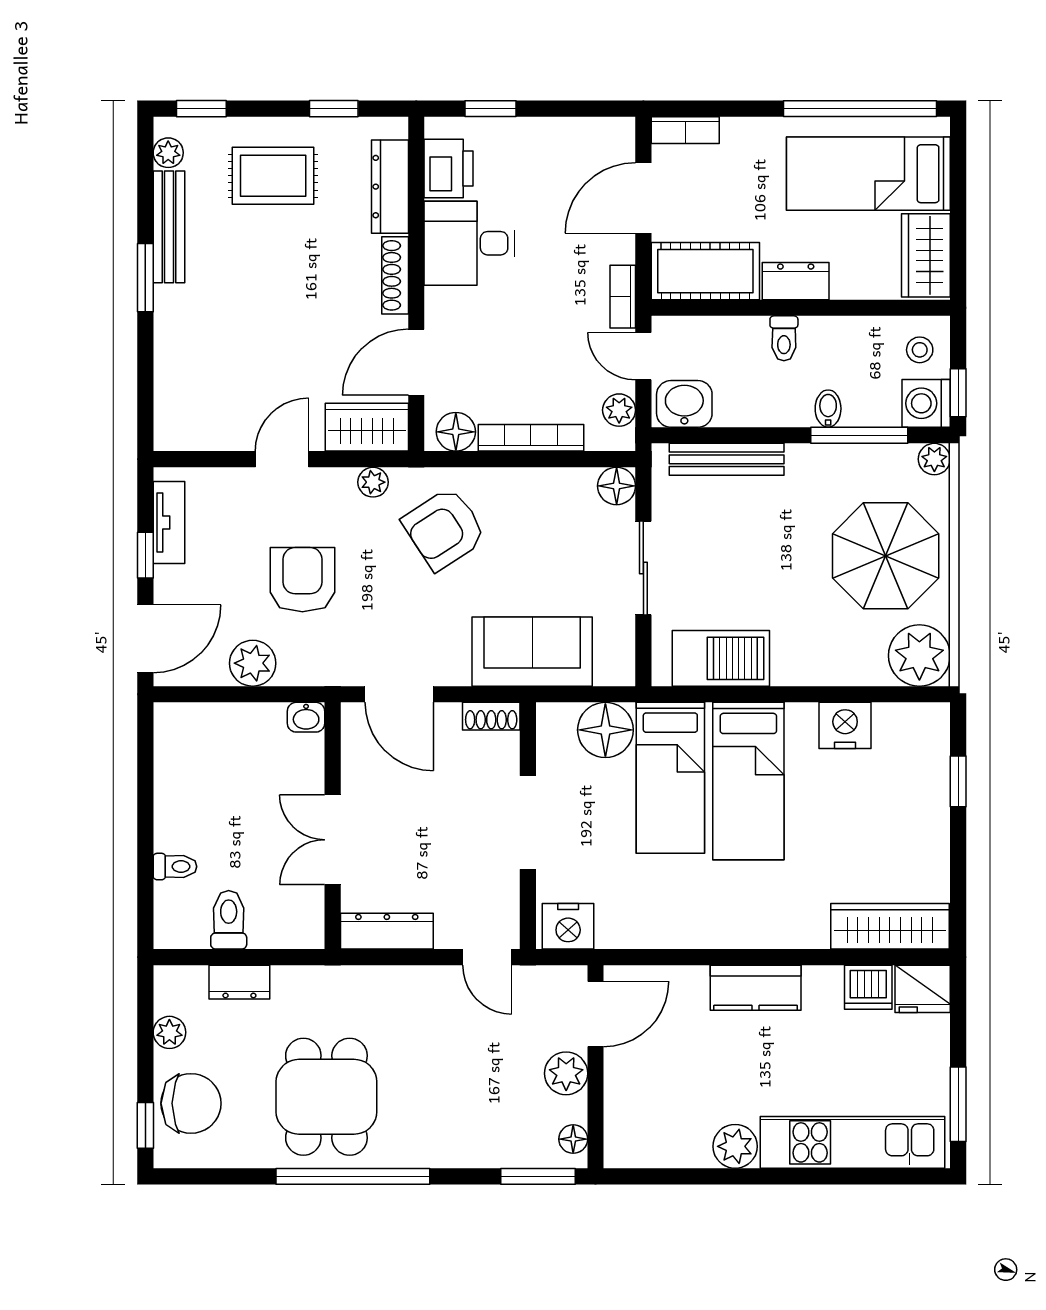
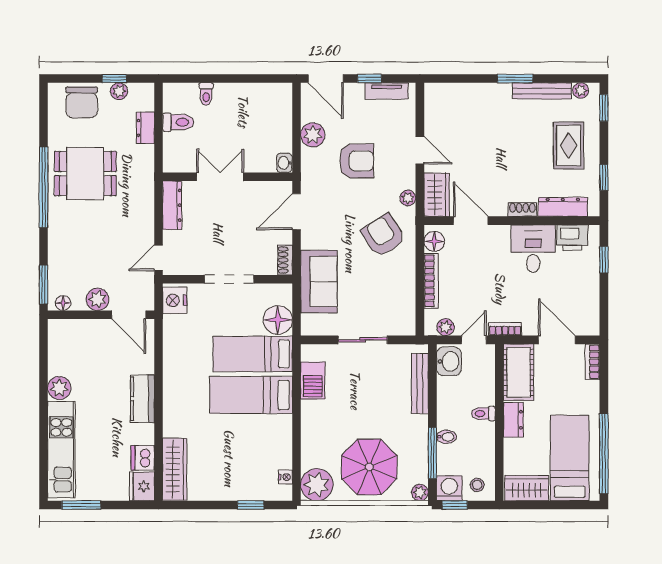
shoe rack: (395, 275) -> (522, 210), width x0.70
floor lamp: (617, 486) -> (406, 326), removed
barbecue: (721, 658) -> (313, 380), width x0.73, depth x0.83
nightstand: (845, 725) -> (286, 477), moved, width x0.53, depth x0.56
window: (145, 1125) -> (114, 78), moved

